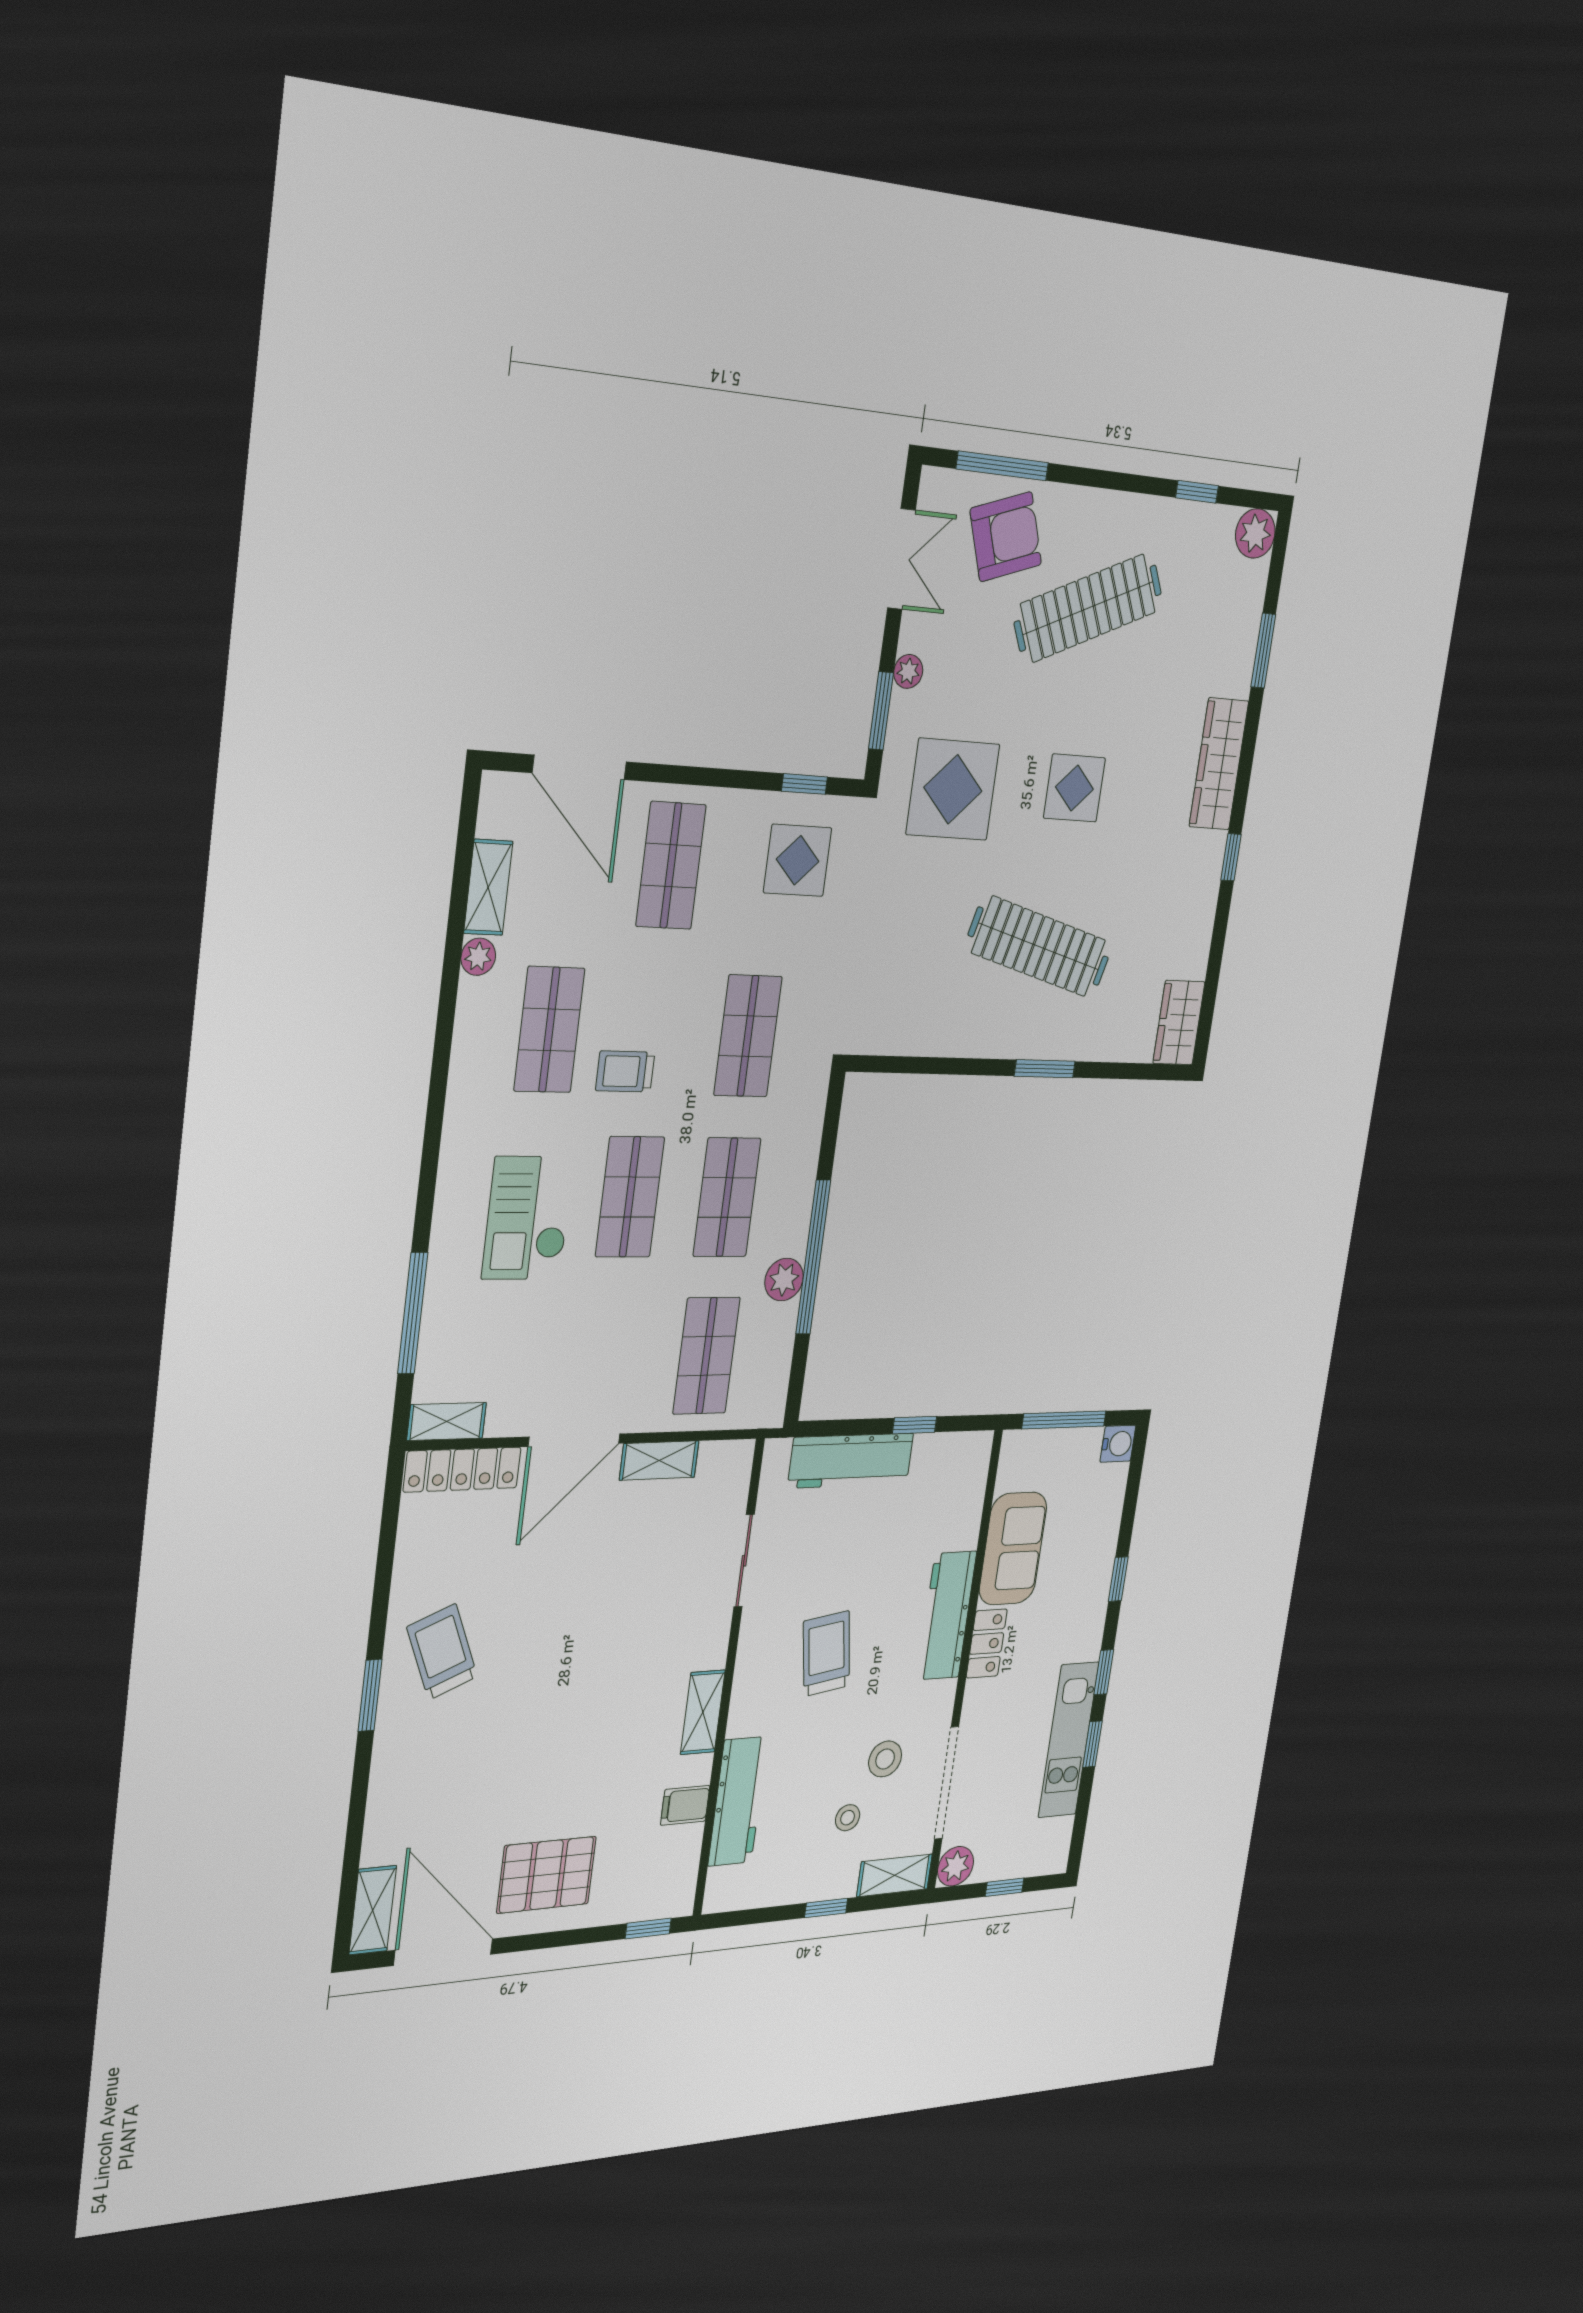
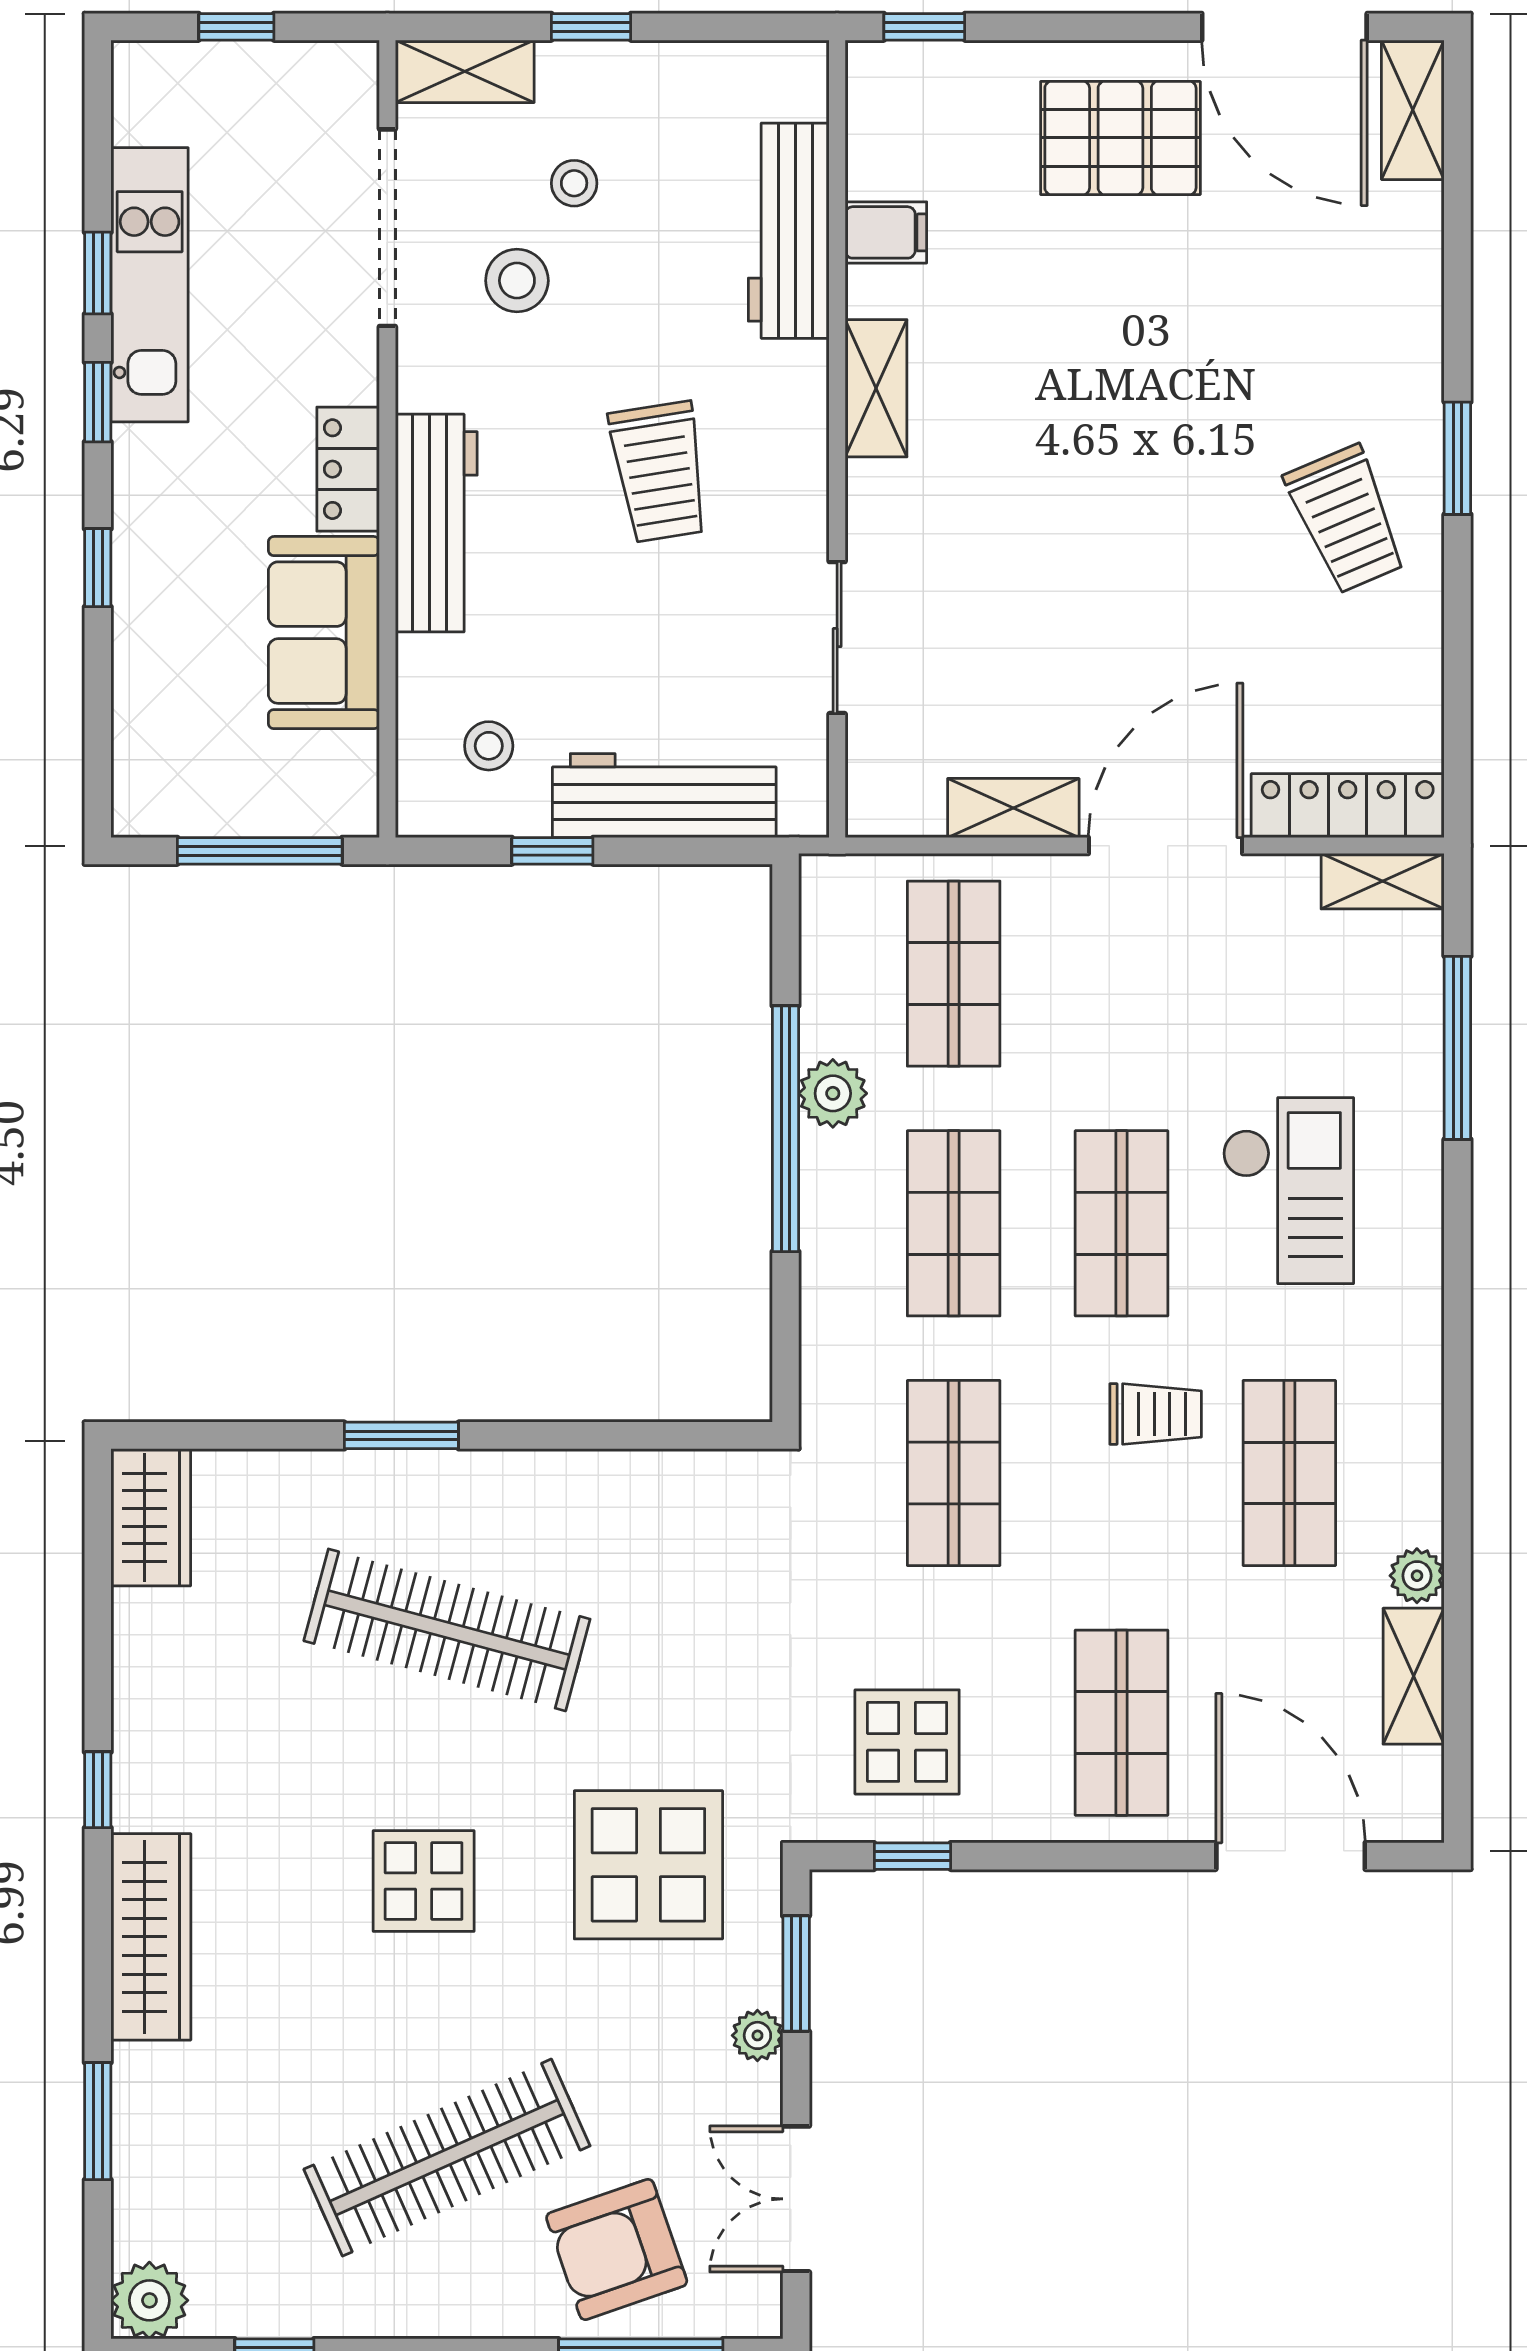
water cooler: (1118, 1444) -> (142, 806), removed
stool: (939, 1486) -> (489, 746), added
plant: (956, 1866) -> (344, 75), removed

